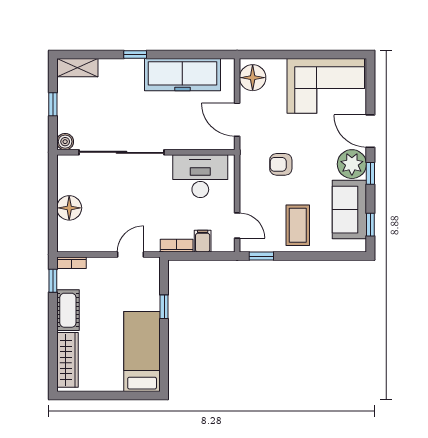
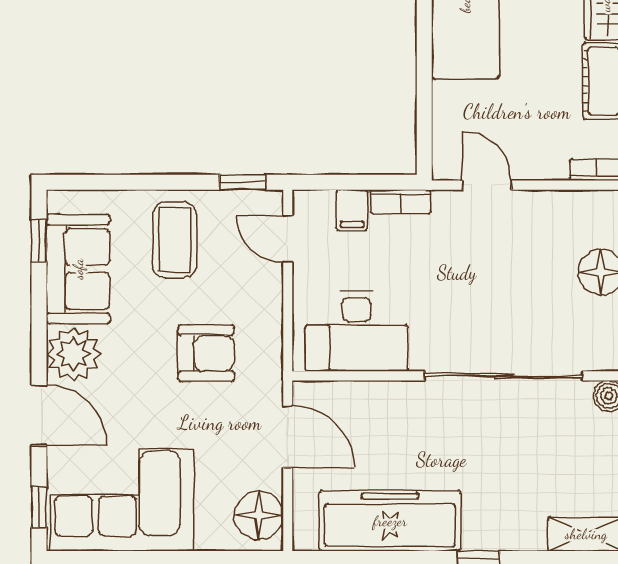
armchair: (281, 164) -> (206, 353), width x1.38, depth x1.38
window: (370, 173) -> (39, 507), moved
door: (130, 254) -> (487, 185), swing flipped
window: (164, 307) -> (424, 87), removed

